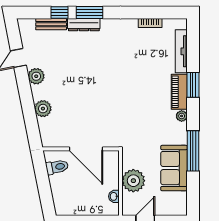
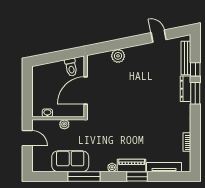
bench: (51, 24) -> (186, 58), width x1.36
plant: (36, 76) -> (144, 50), removed
plant: (133, 181) -> (64, 124), width x0.53, depth x0.53

